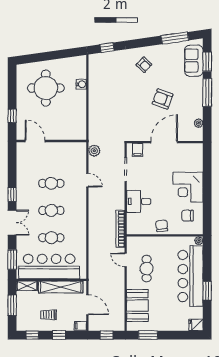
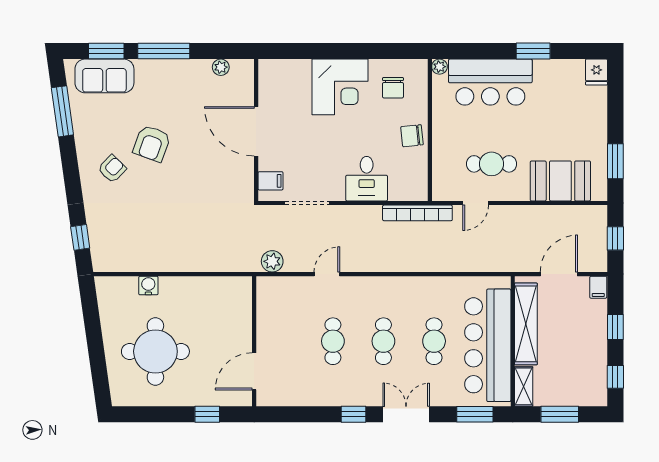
armchair: (163, 99) -> (152, 144), moved
bar counter: (191, 276) -> (490, 82), width x0.73
trolley: (49, 315) -> (578, 347), removed

